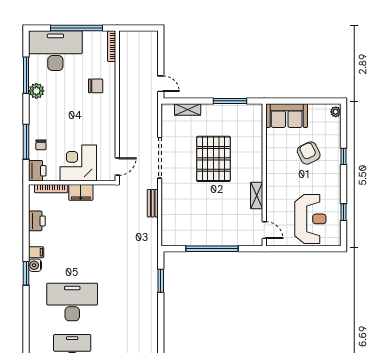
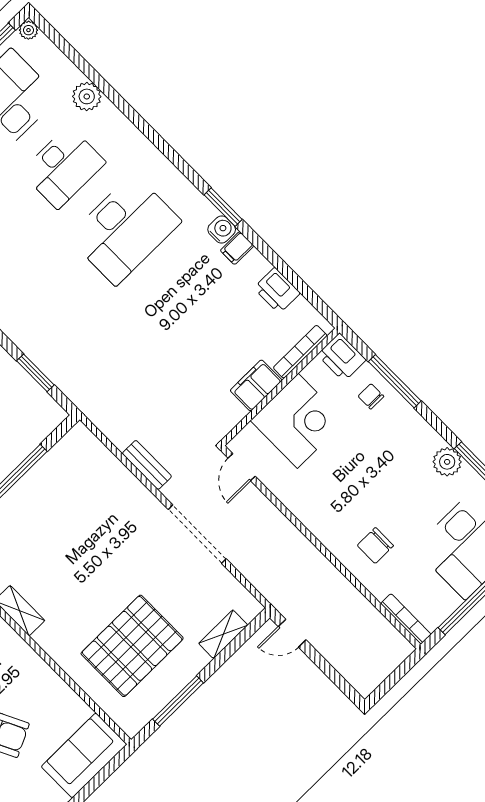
pallet: (213, 159) -> (132, 646), moved, turned 90

